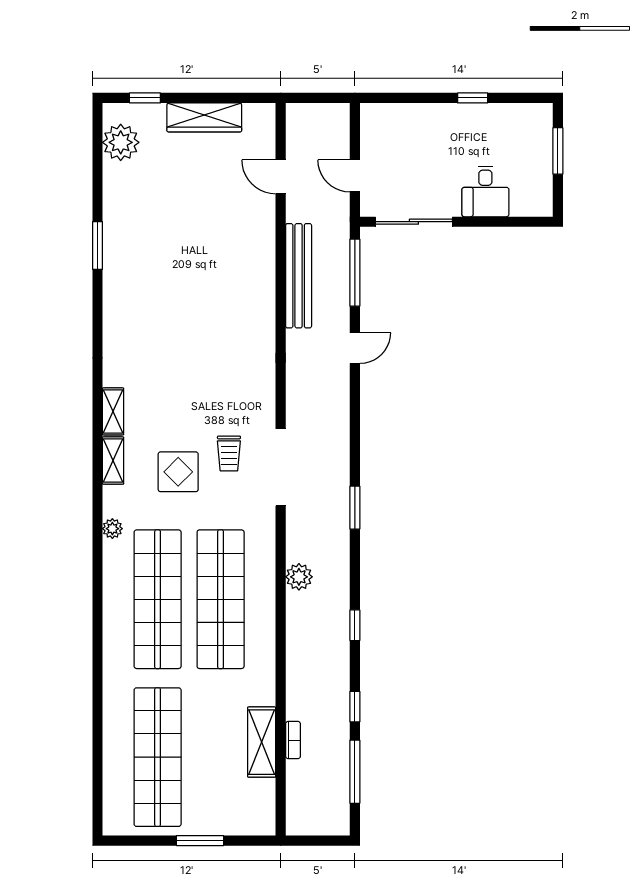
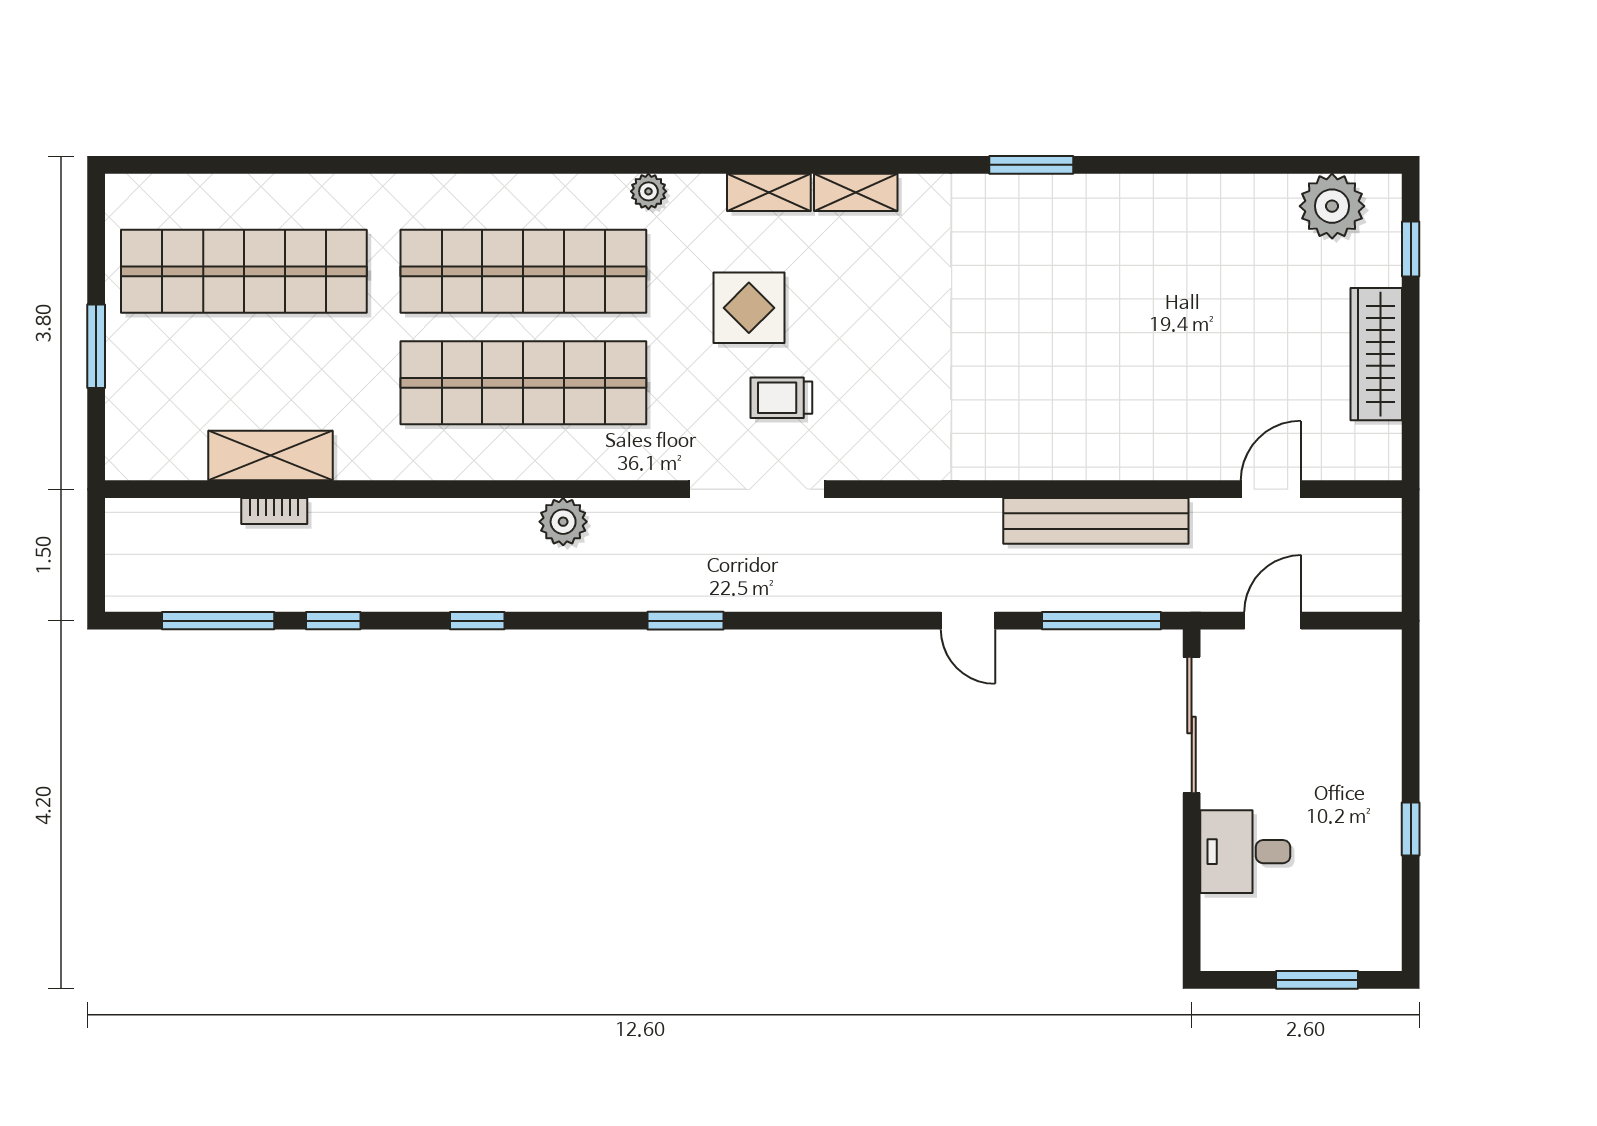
window: (97, 245) -> (1031, 165), moved

